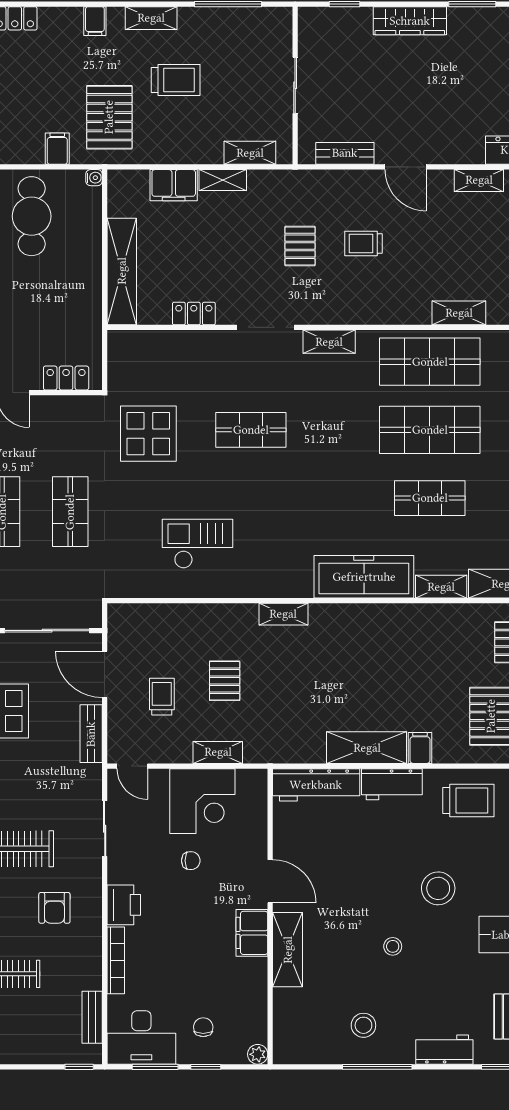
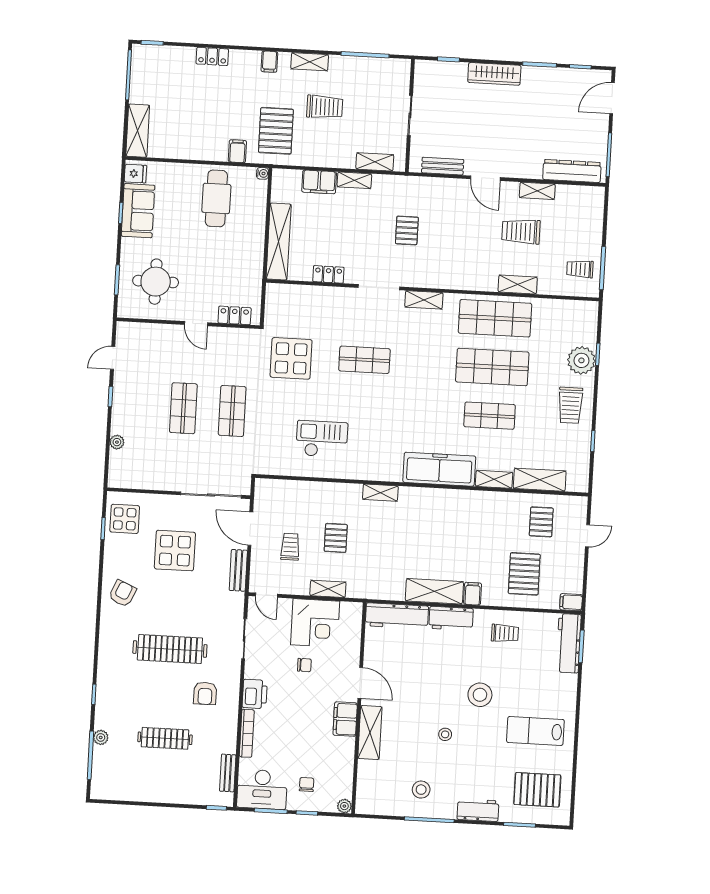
trolley: (364, 244) -> (521, 231), moved, width x1.36, depth x1.39
trolley: (468, 801) -> (505, 633), width x0.73, depth x0.72

